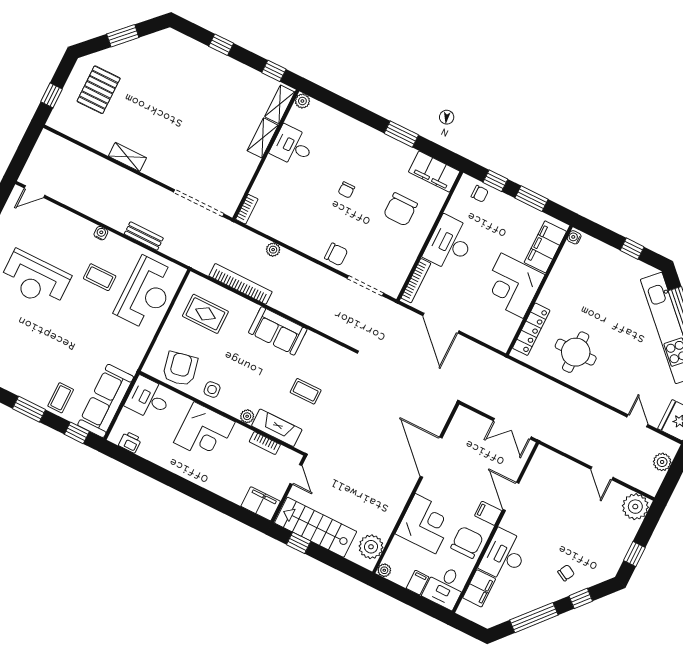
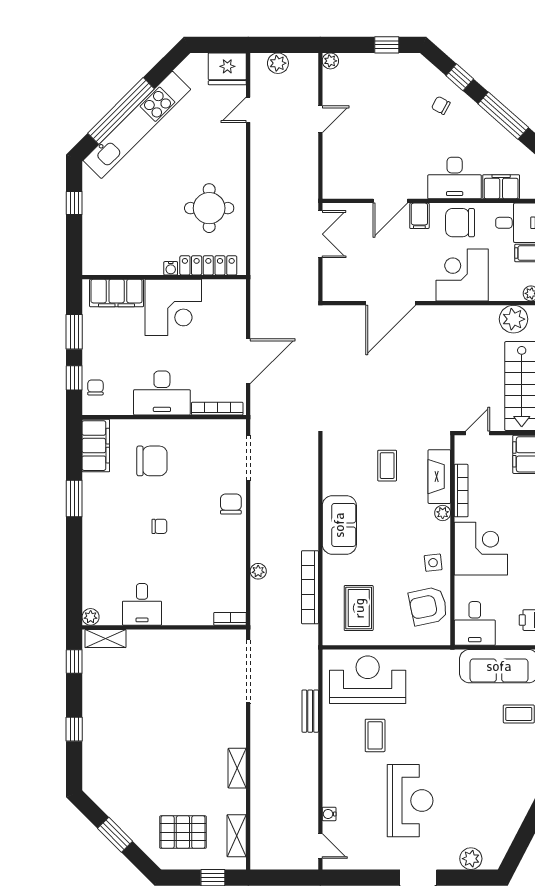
shelving: (263, 138) -> (237, 836), moved, turned 90
water cooler: (101, 233) -> (329, 814), moved
water cooler: (574, 237) -> (171, 268), moved
bookcase: (265, 443) -> (461, 491), width x1.56
plant: (635, 507) -> (330, 61), width x0.53, depth x0.53

